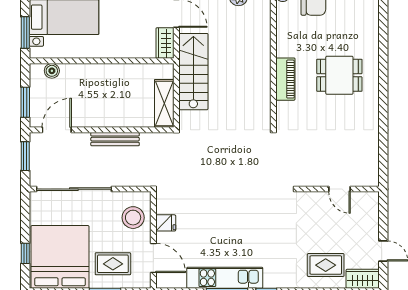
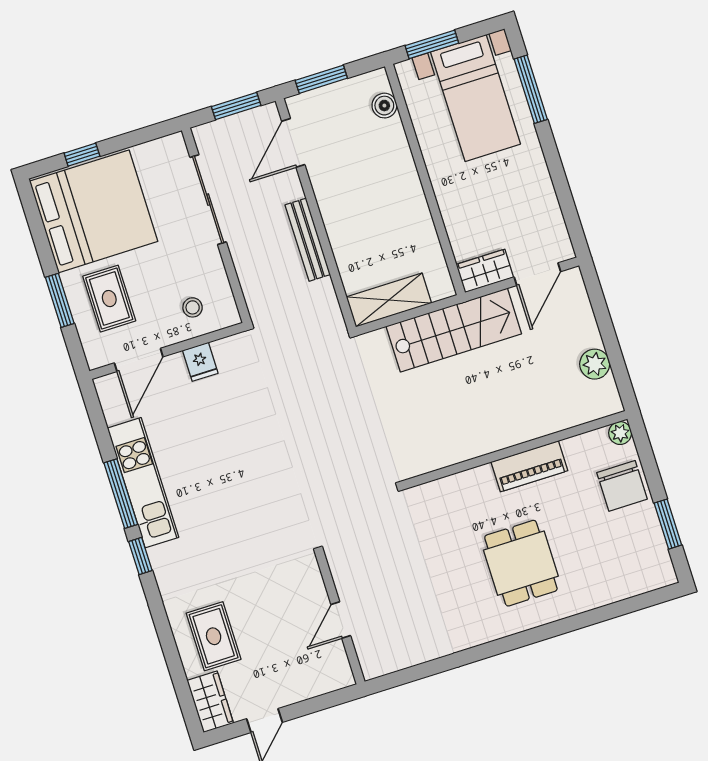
piano: (285, 79) -> (529, 466), moved
door: (57, 130) -> (293, 143), swing flipped
sliding door: (74, 189) -> (208, 200), width x0.73
stool: (133, 218) -> (193, 307), width x0.53, depth x0.53

